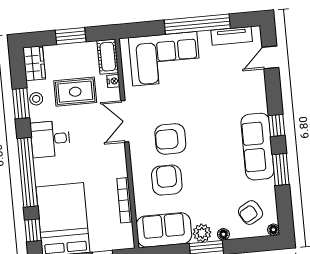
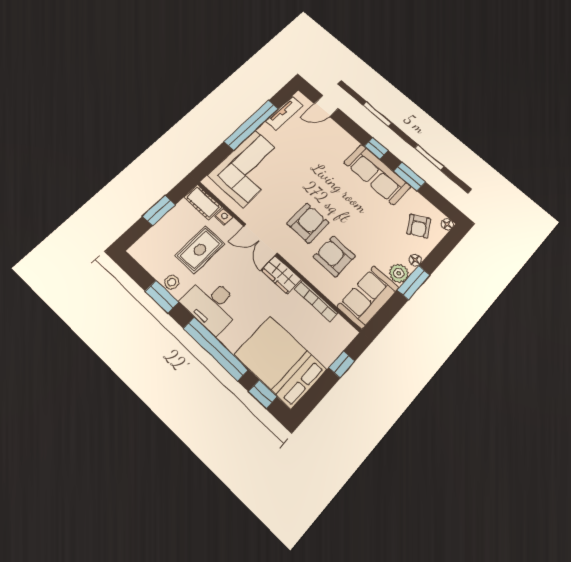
door: (270, 57) -> (326, 106), hinge flipped
wardrobe: (34, 63) -> (281, 275), moved, turned 180
desk: (50, 139) -> (212, 304), width x1.37
armchair: (170, 139) -> (308, 223), turned 180

